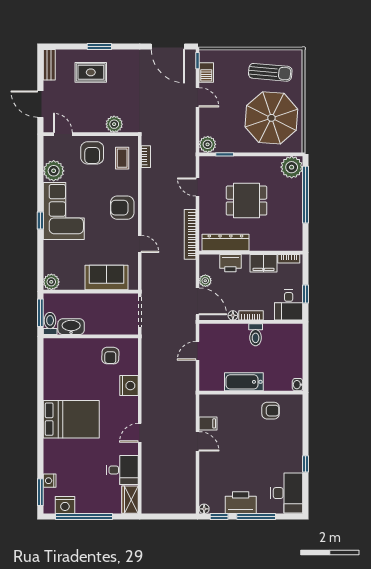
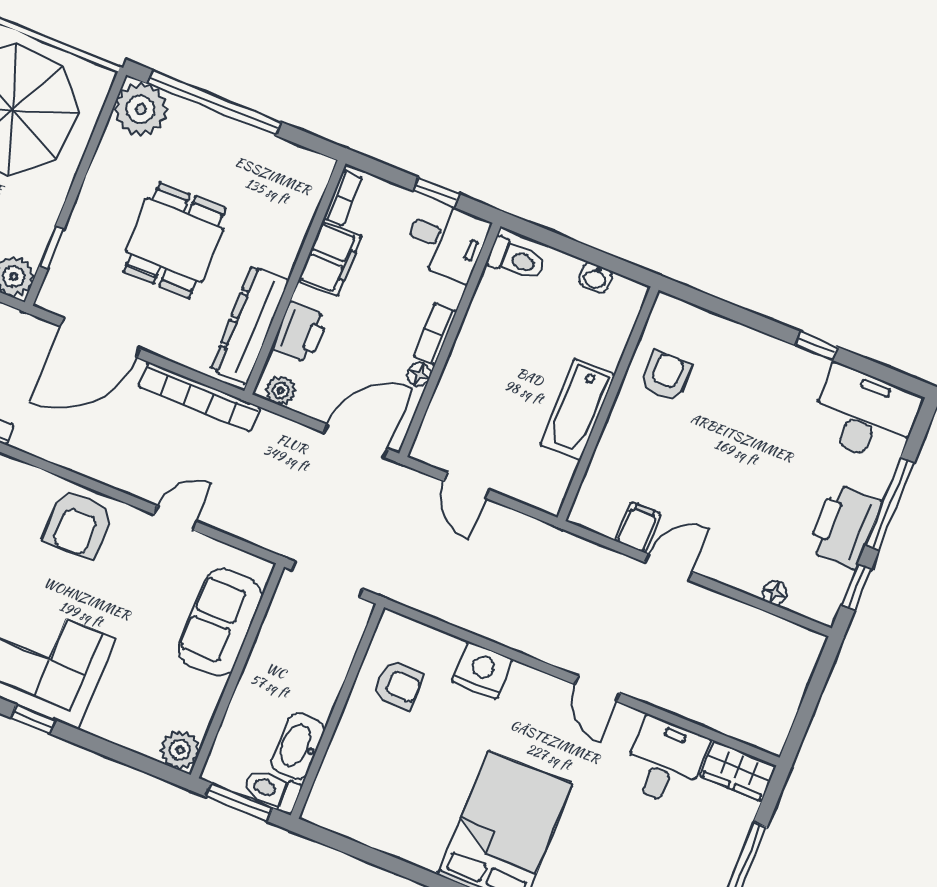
door: (198, 187) -> (100, 337), width x1.88
plant: (205, 281) -> (281, 390), moved
toilet: (256, 335) -> (516, 259), moved
washbasin: (298, 385) -> (596, 278), moved
floor lamp: (204, 509) -> (775, 593), moved

